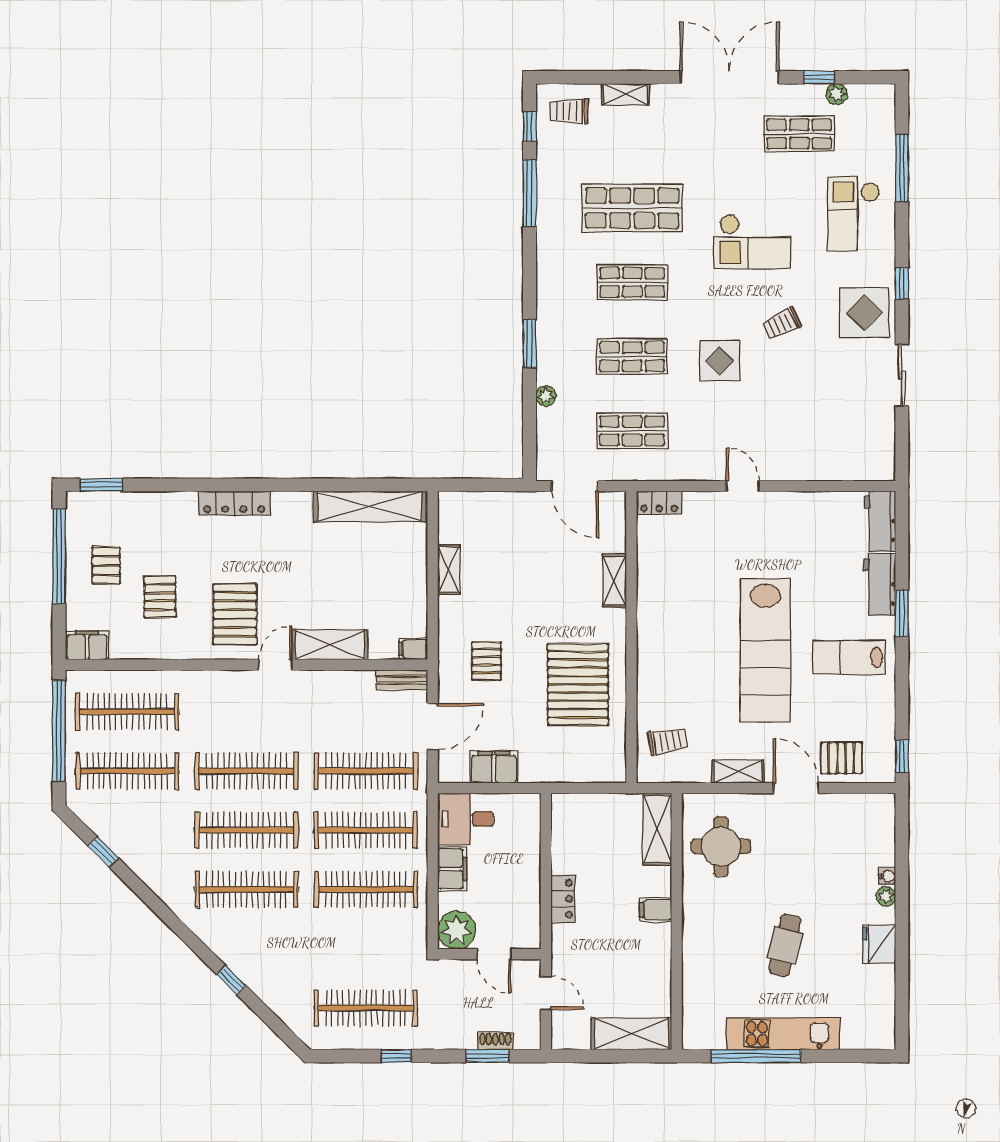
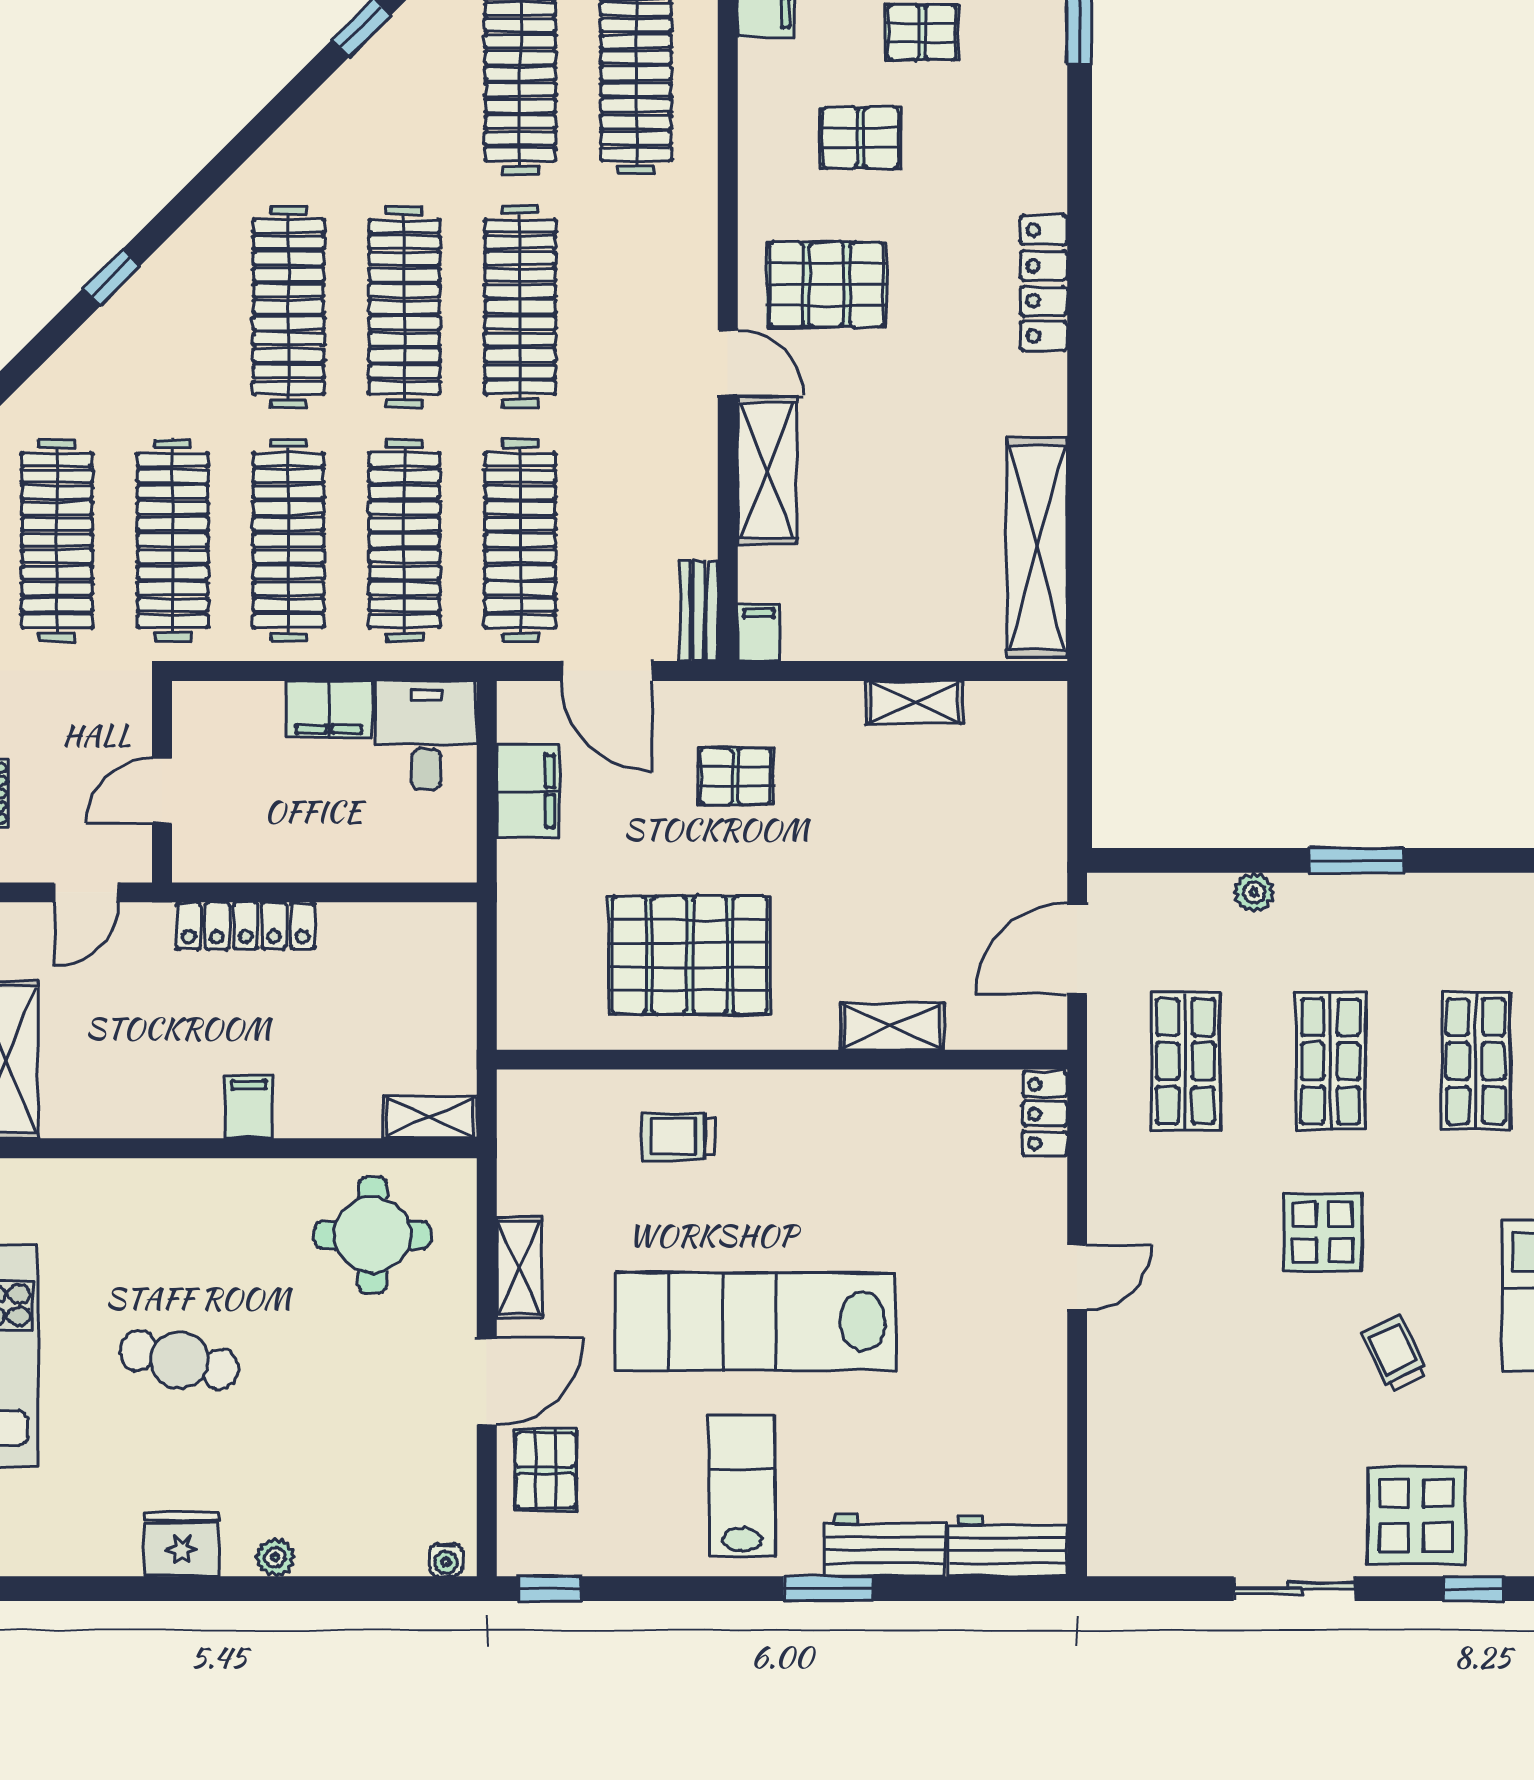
trolley: (667, 741) -> (678, 1136), moved, turned 100
shelving: (657, 829) -> (430, 1117), width x0.67, depth x0.75
water cooler: (887, 876) -> (446, 1560), moved
locker: (563, 899) -> (246, 926), width x1.53
plant: (457, 930) -> (209, 718), removed
clothes rail: (366, 949) -> (173, 540), added

